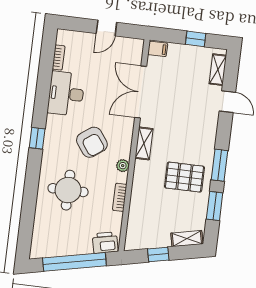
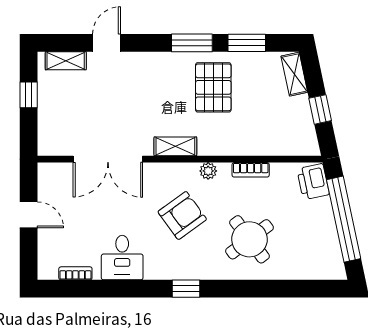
filing cabinet: (158, 49) -> (48, 144), removed
desk: (66, 94) -> (122, 258), width x0.73
round table: (68, 190) -> (249, 239), turned -37

